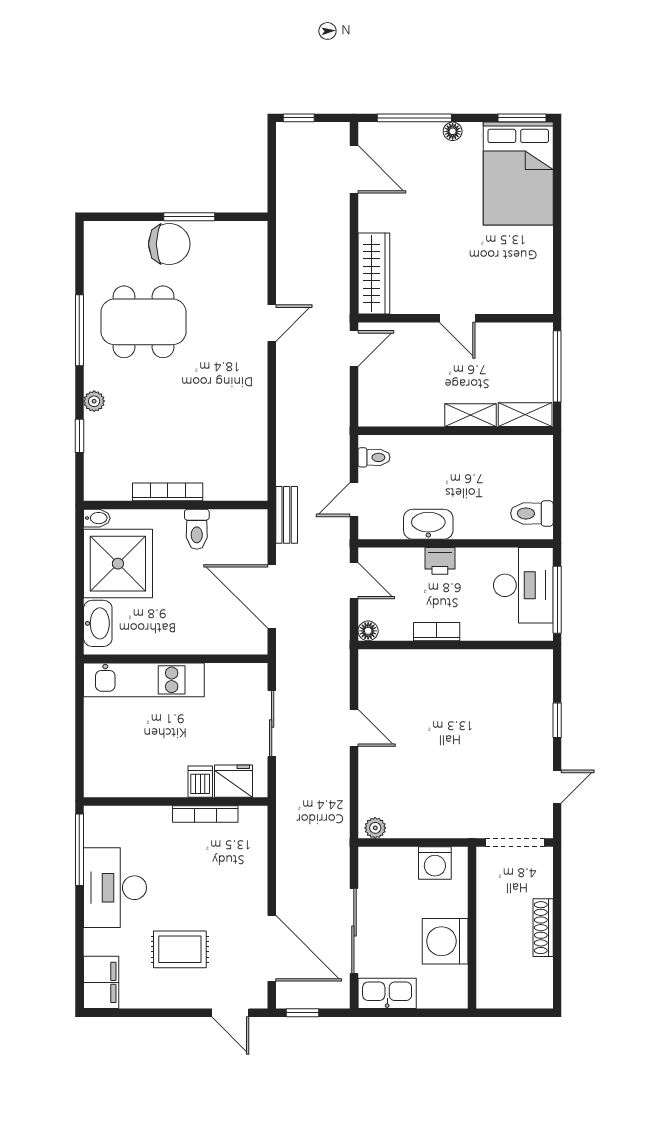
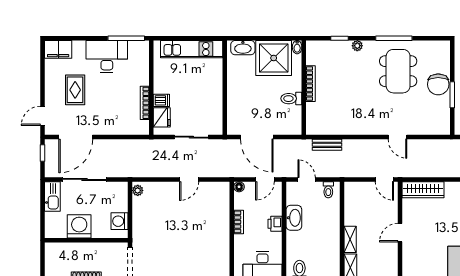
bench: (287, 515) -> (327, 145), moved
door: (272, 596) -> (257, 137), swing flipped
kitchen unit: (144, 680) -> (192, 49), moved, turned -90

